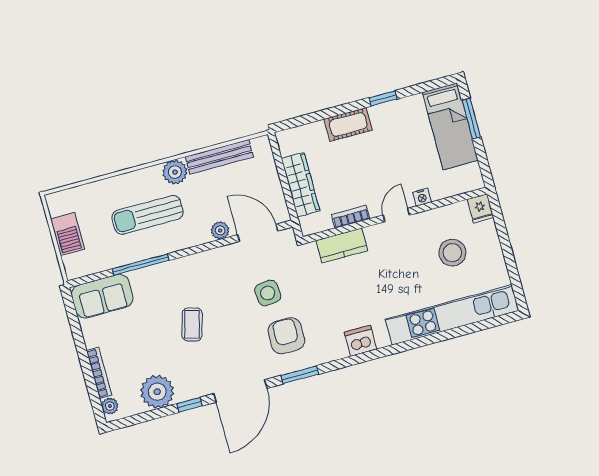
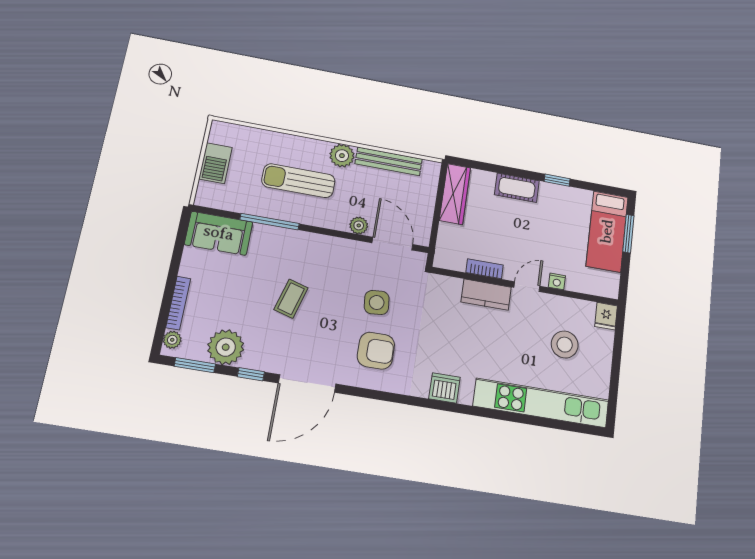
wardrobe: (301, 185) -> (455, 194), moved
kitchen counter: (342, 246) -> (486, 295), moved
armchair: (286, 336) -> (376, 351), turned 90
window: (300, 375) -> (195, 365), moved

